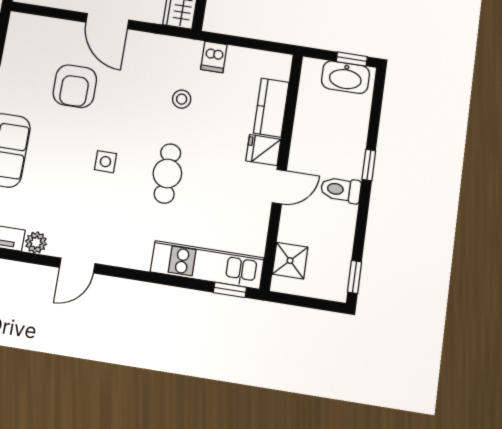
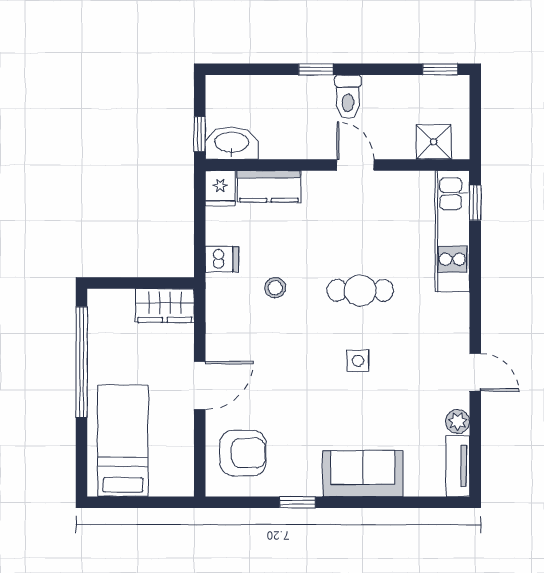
window: (352, 59) -> (200, 134), moved
washbasin: (345, 77) -> (232, 143), moved, turned -90
armchair: (75, 86) -> (243, 453), moved
fridge: (263, 150) -> (220, 188), moved

